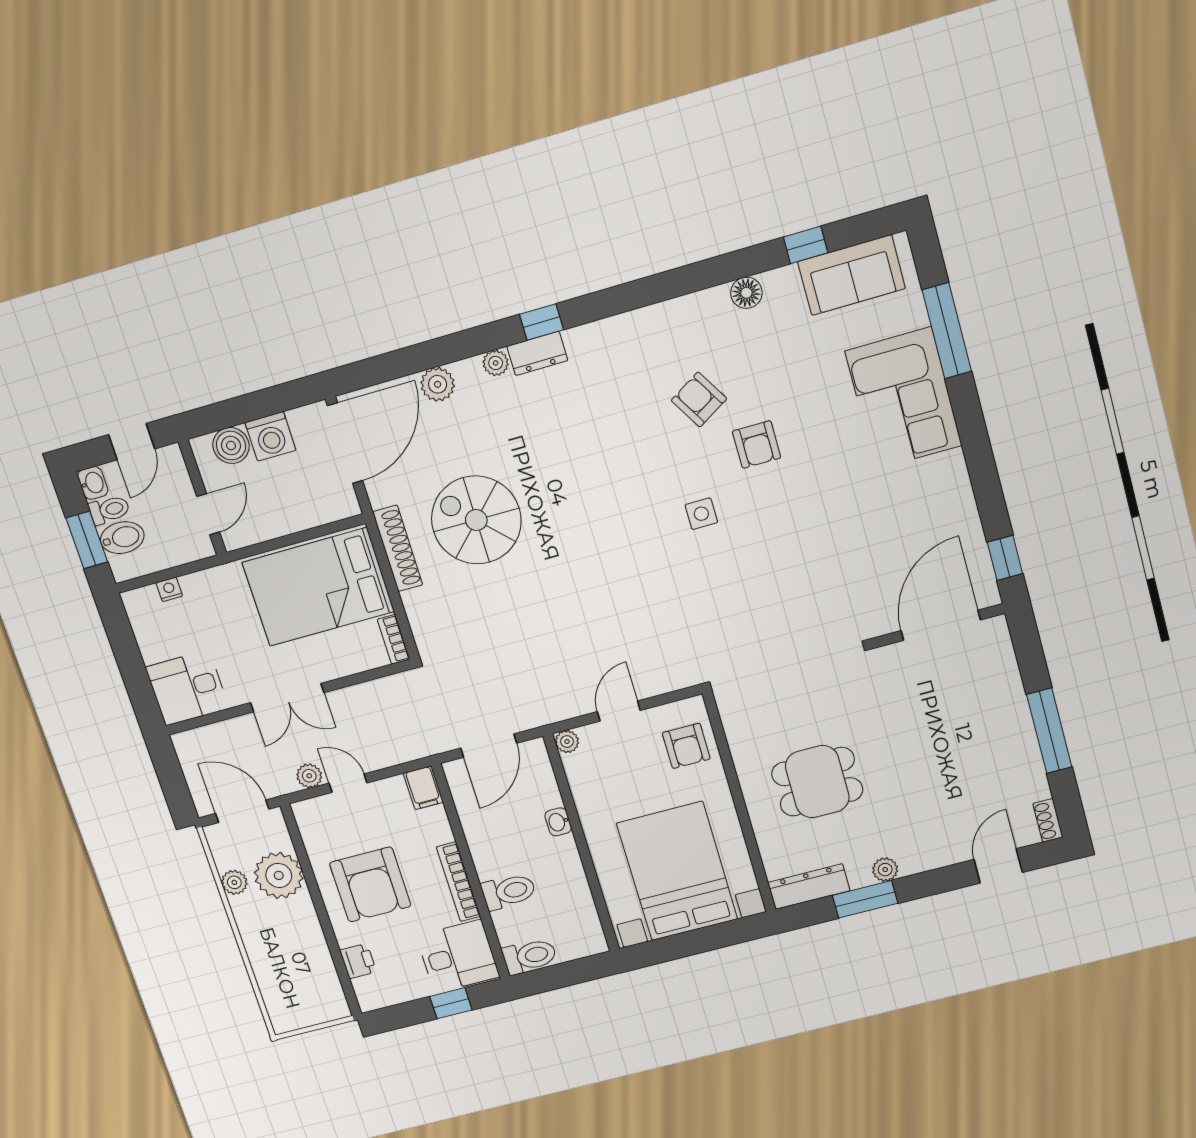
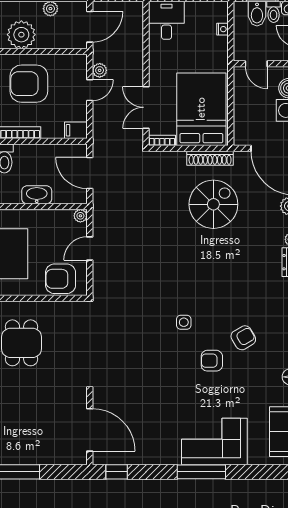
window: (947, 331) -> (201, 472), moved
double door: (287, 698) -> (146, 107), moved
door: (619, 711) -> (90, 248), swing flipped
armchair: (686, 746) -> (61, 279), width x1.38, depth x1.38
washbasin: (558, 822) -> (37, 195), width x1.91, depth x1.45
plant: (279, 875) -> (21, 35), moved

